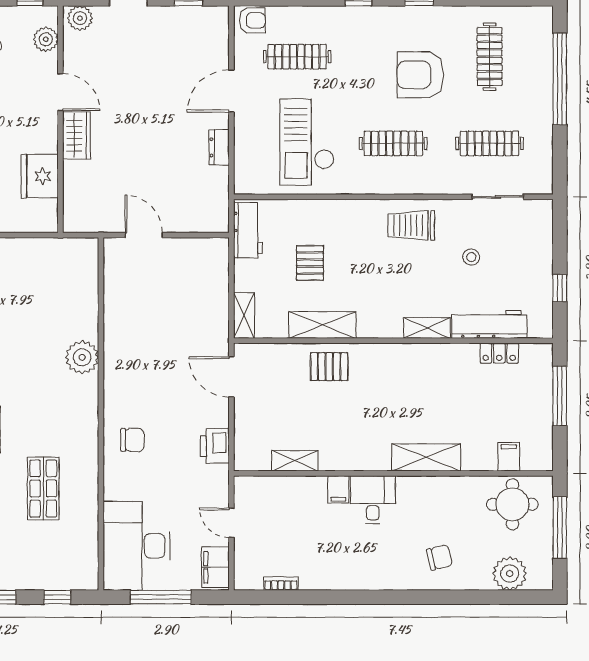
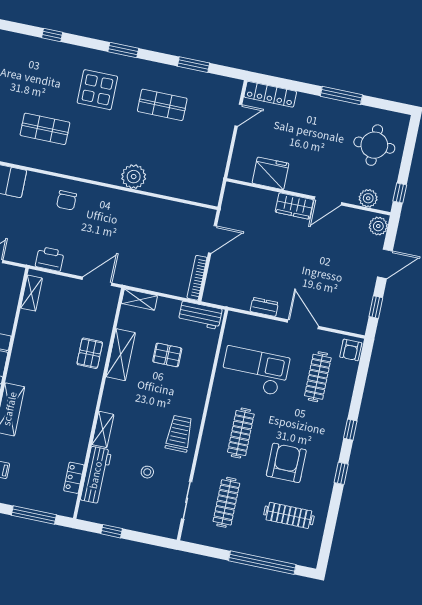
bookcase: (199, 245) -> (197, 278), added
shelving: (295, 461) -> (31, 293), moved

